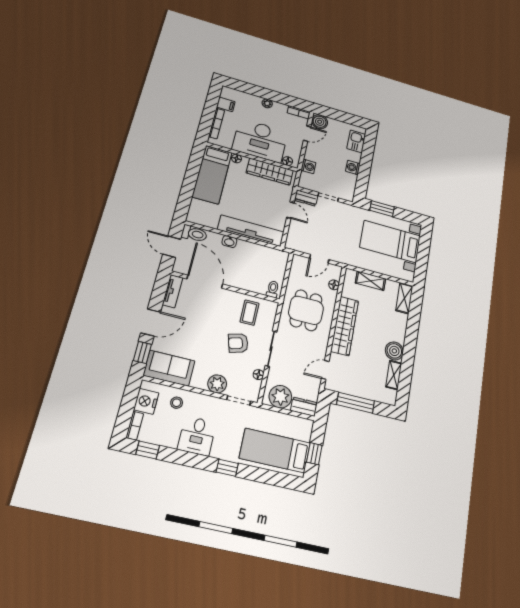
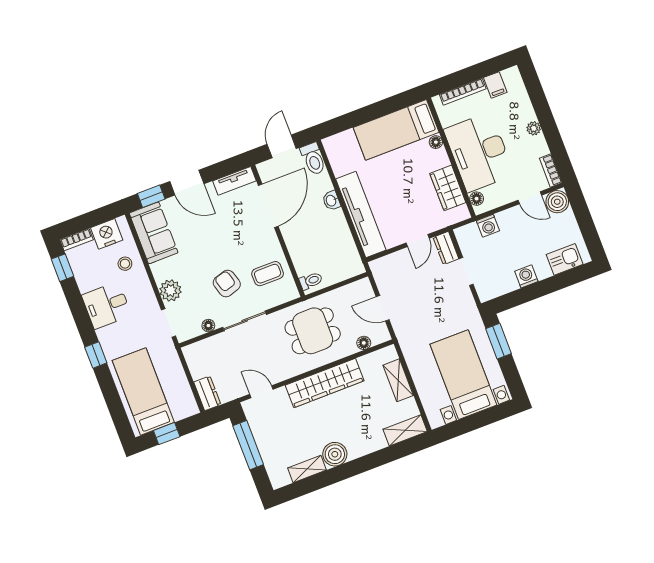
wardrobe: (270, 172) -> (448, 188), width x0.67
plant: (280, 397) -> (201, 363), removed

